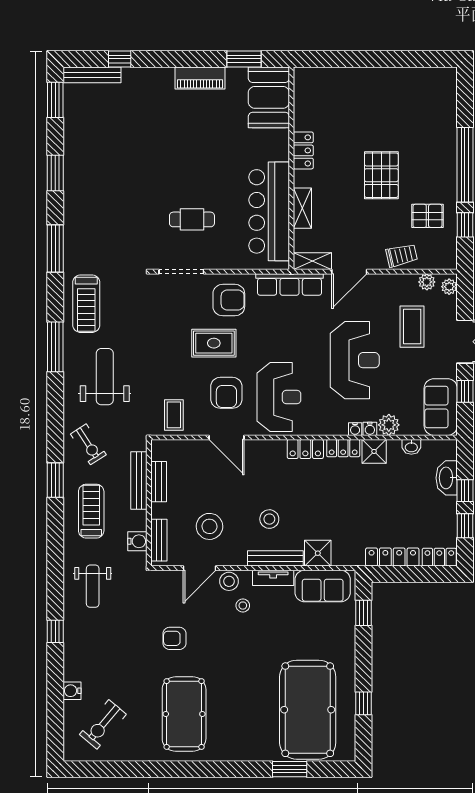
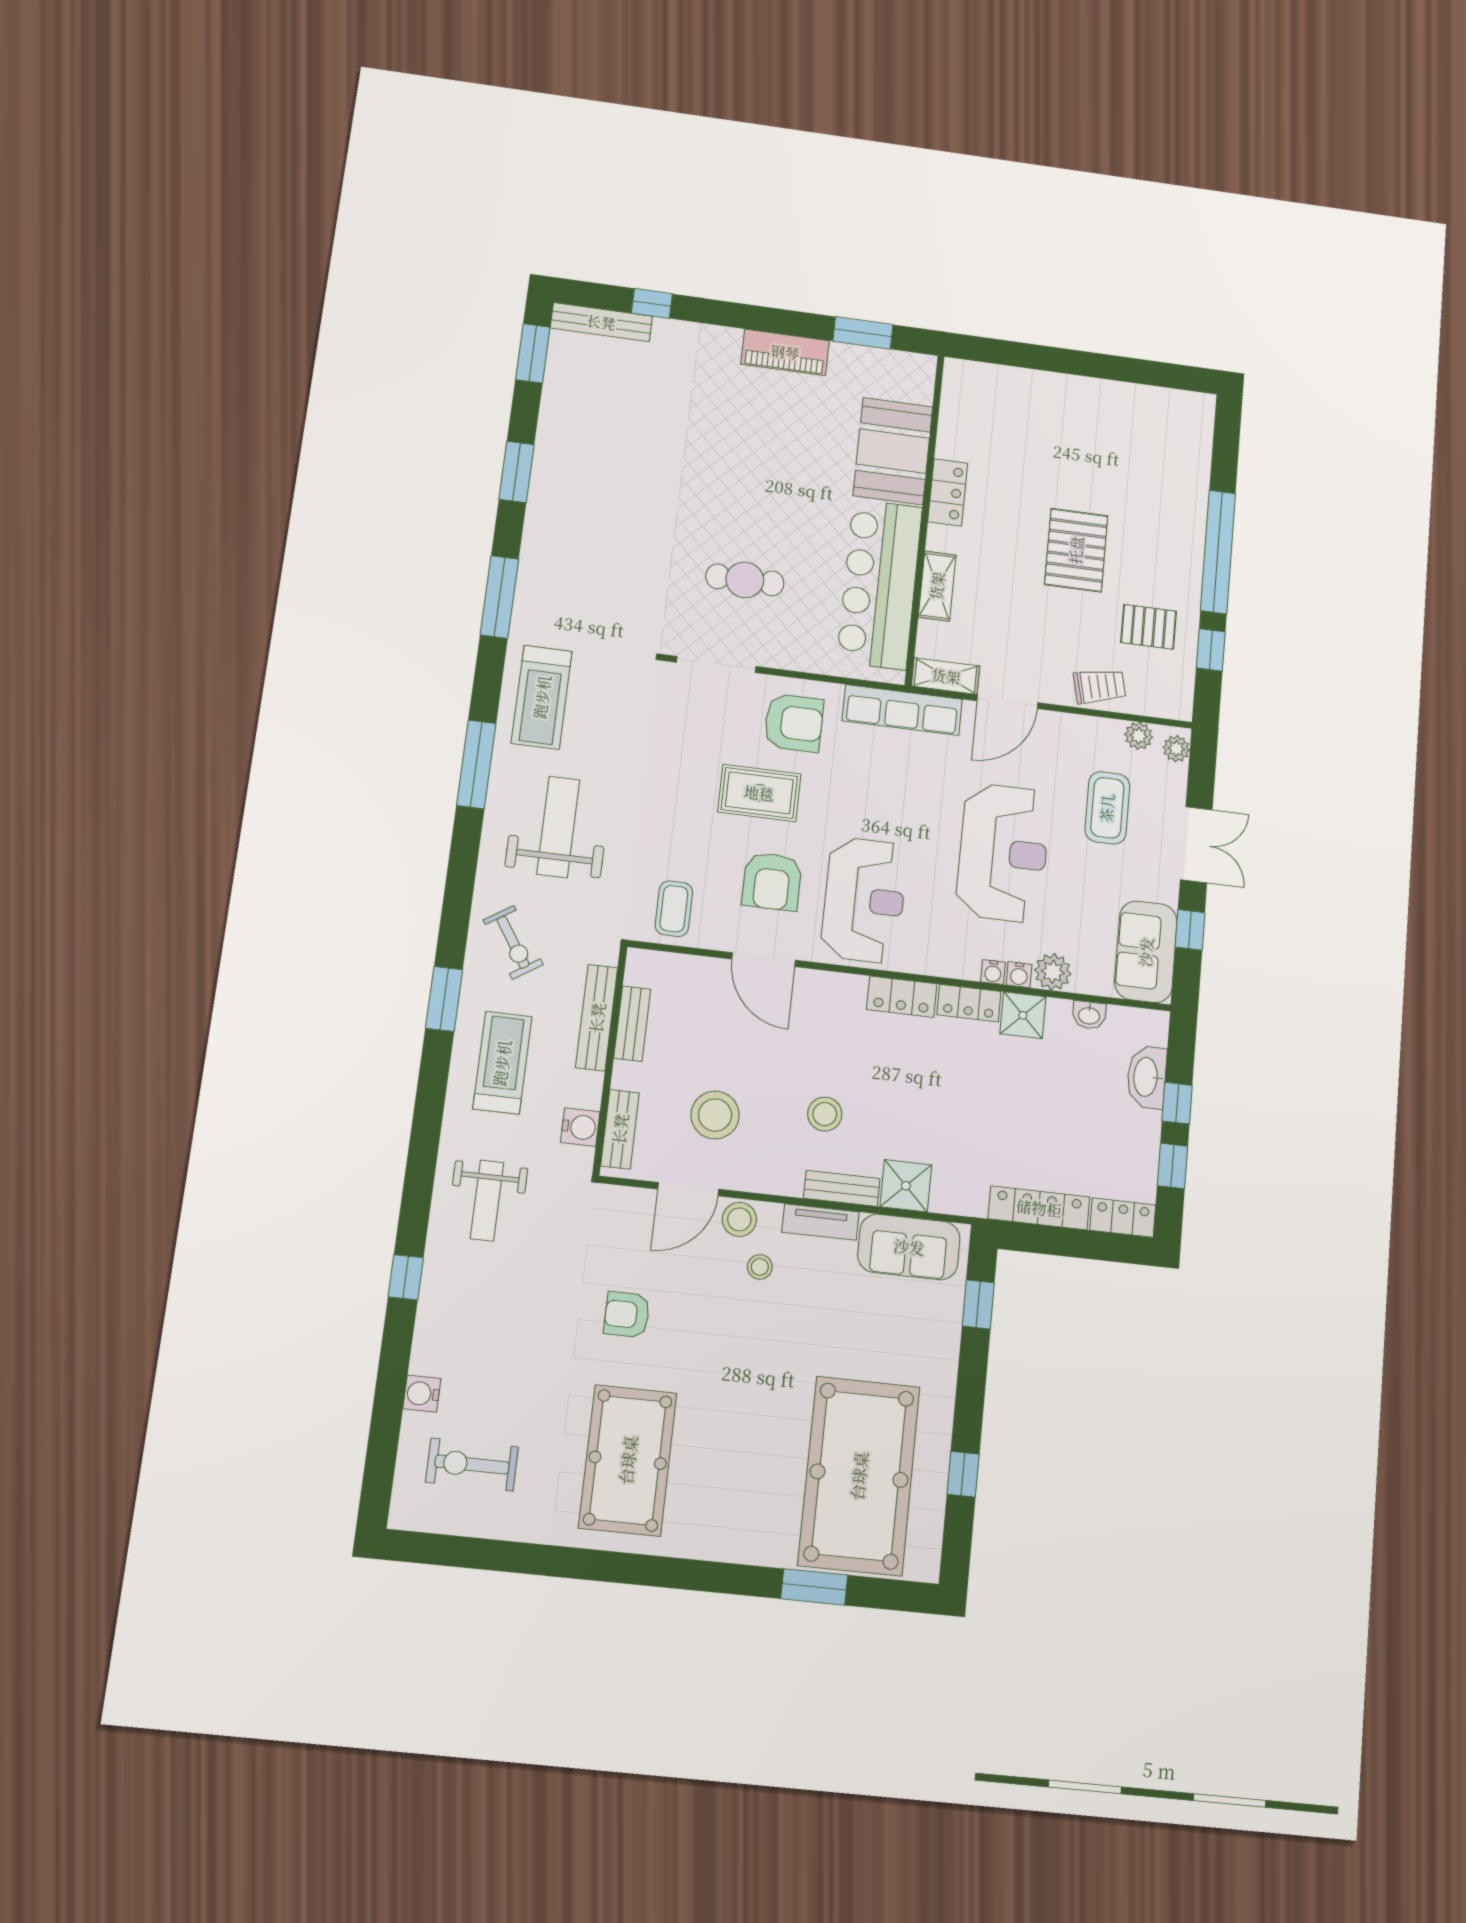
booth: (269, 97) -> (893, 451), moved
bench: (275, 558) -> (842, 1188), width x0.73
exercise bike: (103, 724) -> (472, 1465), turned 50

